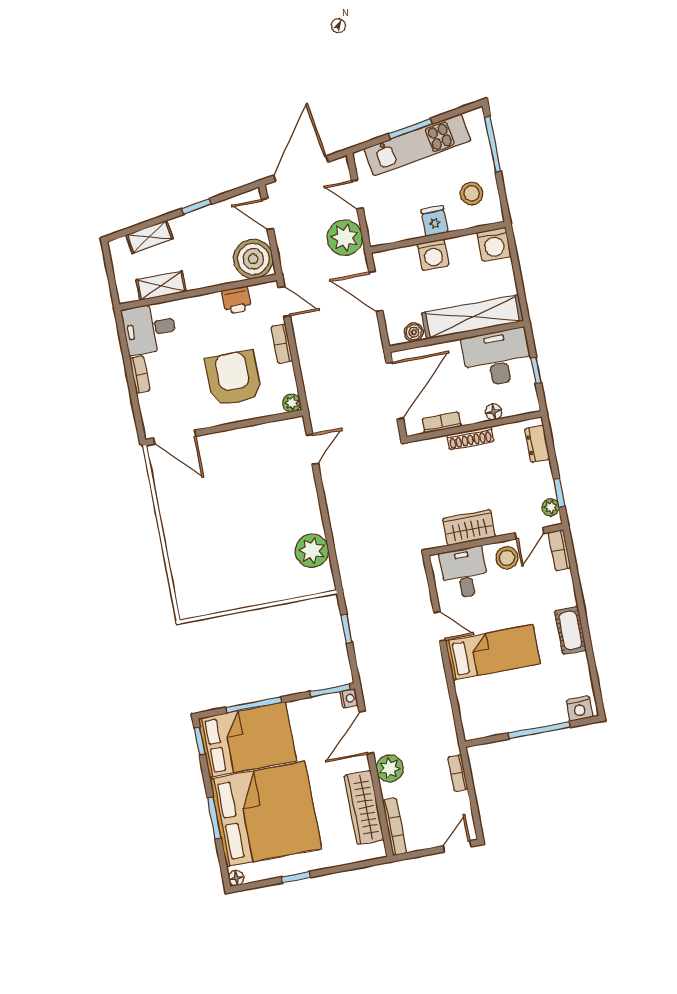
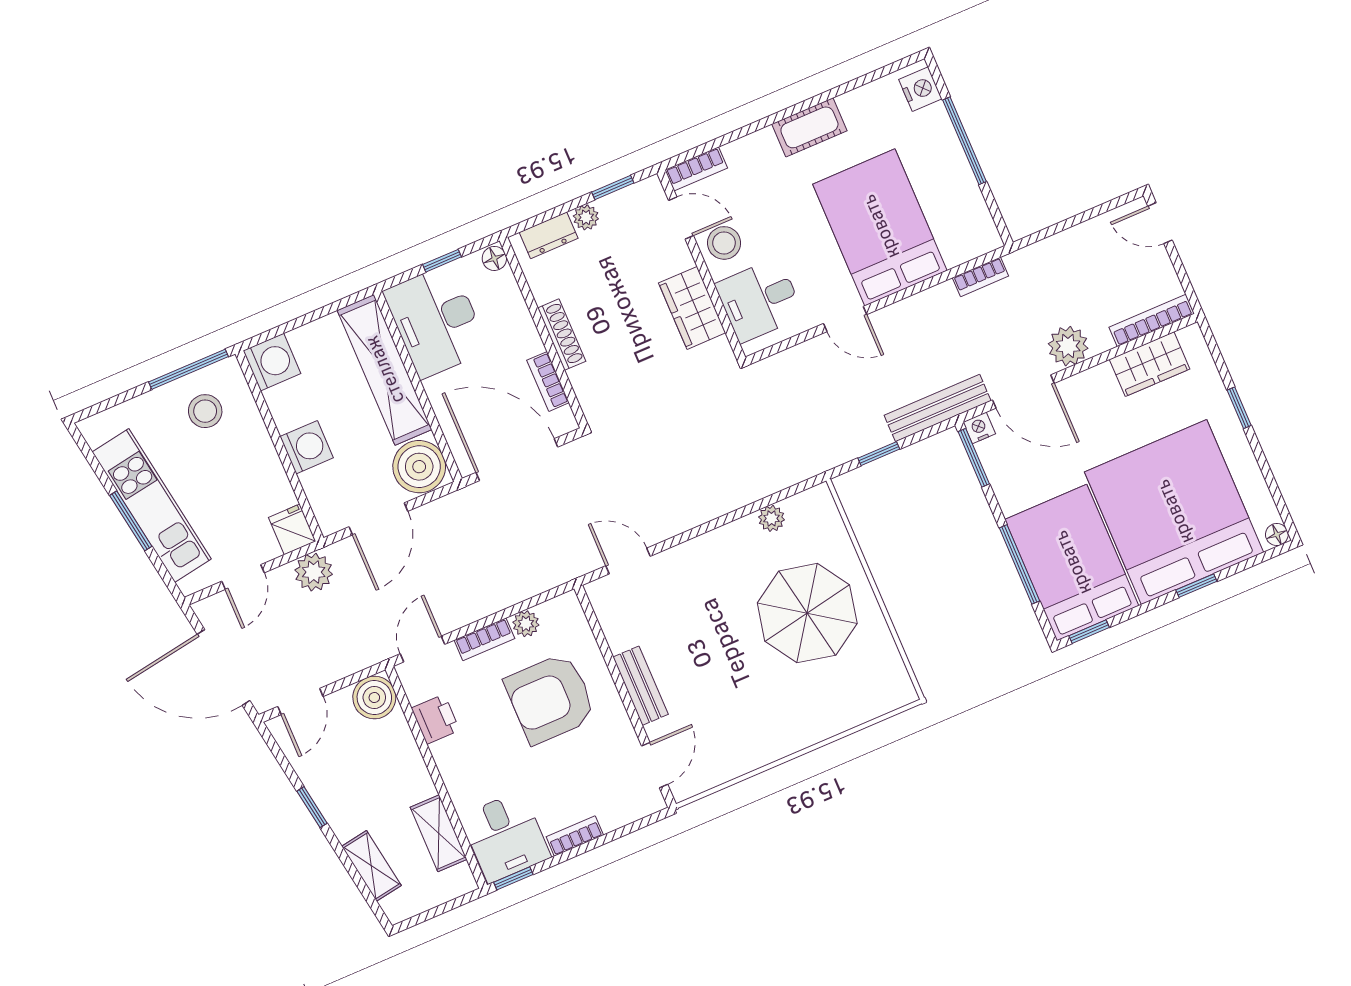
window: (493, 144) -> (189, 369), moved
fridge: (434, 221) -> (292, 529), moved, turned 90
plant: (345, 238) -> (314, 572), width x0.73, depth x0.73
boiler: (253, 259) -> (374, 698), width x0.73, depth x0.73
window: (121, 328) -> (513, 878), added
boiler: (414, 332) -> (419, 467), width x1.86, depth x1.86
plant: (292, 403) -> (526, 624), moved
floor lamp: (494, 412) -> (494, 258), moved
door: (175, 437) -> (655, 765), width x0.73
bench: (229, 439) -> (641, 686), added
plant: (550, 507) -> (586, 217), moved
plant: (312, 551) -> (772, 518), width x0.53, depth x0.53
parasol: (252, 559) -> (807, 613), added
door: (440, 626) -> (845, 319), swing flipped
bed: (493, 652) -> (880, 227), width x1.50
bench: (368, 674) -> (938, 408), added
bookcase: (458, 773) -> (980, 277), moved
wardrobe: (364, 808) -> (1150, 364), width x0.67
window: (214, 818) -> (1196, 586), width x0.67
window: (296, 877) -> (1239, 408), moved

